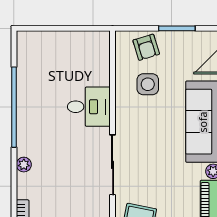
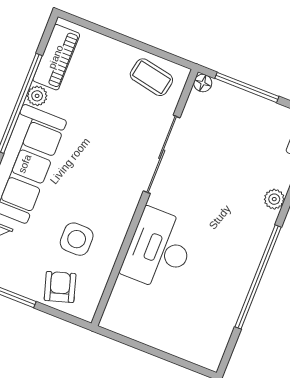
desk: (89, 107) -> (159, 249), width x1.37

